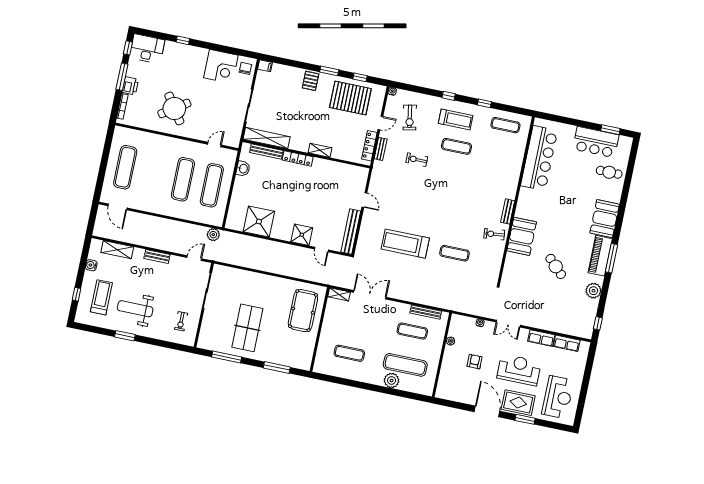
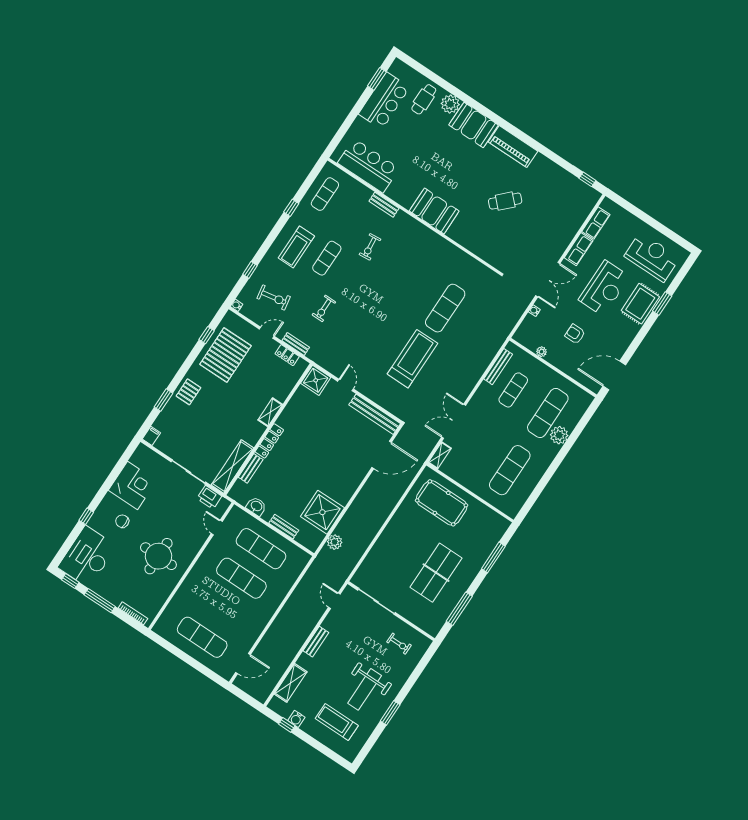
desk: (147, 49) -> (87, 557), width x1.36, depth x1.30
chair: (245, 68) -> (122, 521), moved
window: (329, 71) -> (163, 400), moved
pallet: (311, 81) -> (188, 392), turned 90
printer: (130, 86) -> (209, 497), moved, turned 180
window: (449, 96) -> (250, 270), moved
round table: (174, 108) -> (158, 556), turned 34
treadmill: (456, 119) -> (296, 247), turned 180
door: (380, 123) -> (267, 333), hinge flipped
locker: (369, 146) -> (287, 355), width x0.66
bench: (266, 152) -> (251, 468), width x0.73
bar counter: (539, 158) -> (368, 166), width x0.73
bench: (236, 196) -> (284, 527), added
door: (364, 200) -> (346, 385), hinge flipped
bench: (508, 211) -> (384, 205), moved
exercise bike: (494, 234) -> (370, 247), moved
plant: (213, 235) -> (335, 542), moved
shower: (302, 235) -> (316, 380), moved
booth: (522, 236) -> (434, 211), moved
treadmill: (405, 244) -> (412, 359), turned 180
door: (322, 249) -> (382, 455), width x1.87
exercise mat: (455, 253) -> (445, 308), width x1.36, depth x1.45
window: (611, 258) -> (521, 135), removed
plant: (593, 291) -> (450, 104), moved
window: (76, 294) -> (287, 725), moved
double door: (508, 324) -> (548, 280), width x1.37
table tennis table: (247, 328) -> (436, 573), turned 90
exercise mat: (349, 353) -> (510, 470), width x1.36, depth x1.45
reception desk: (519, 370) -> (604, 288), turned 180
door: (487, 411) -> (614, 375), moved

